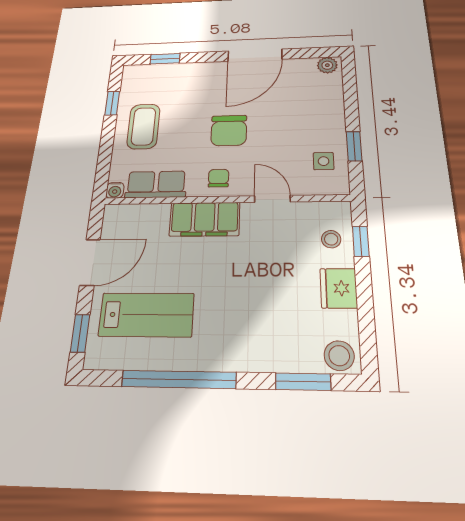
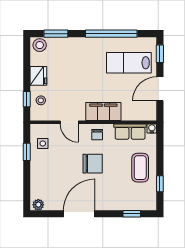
chair: (229, 130) -> (93, 164), turned 90

